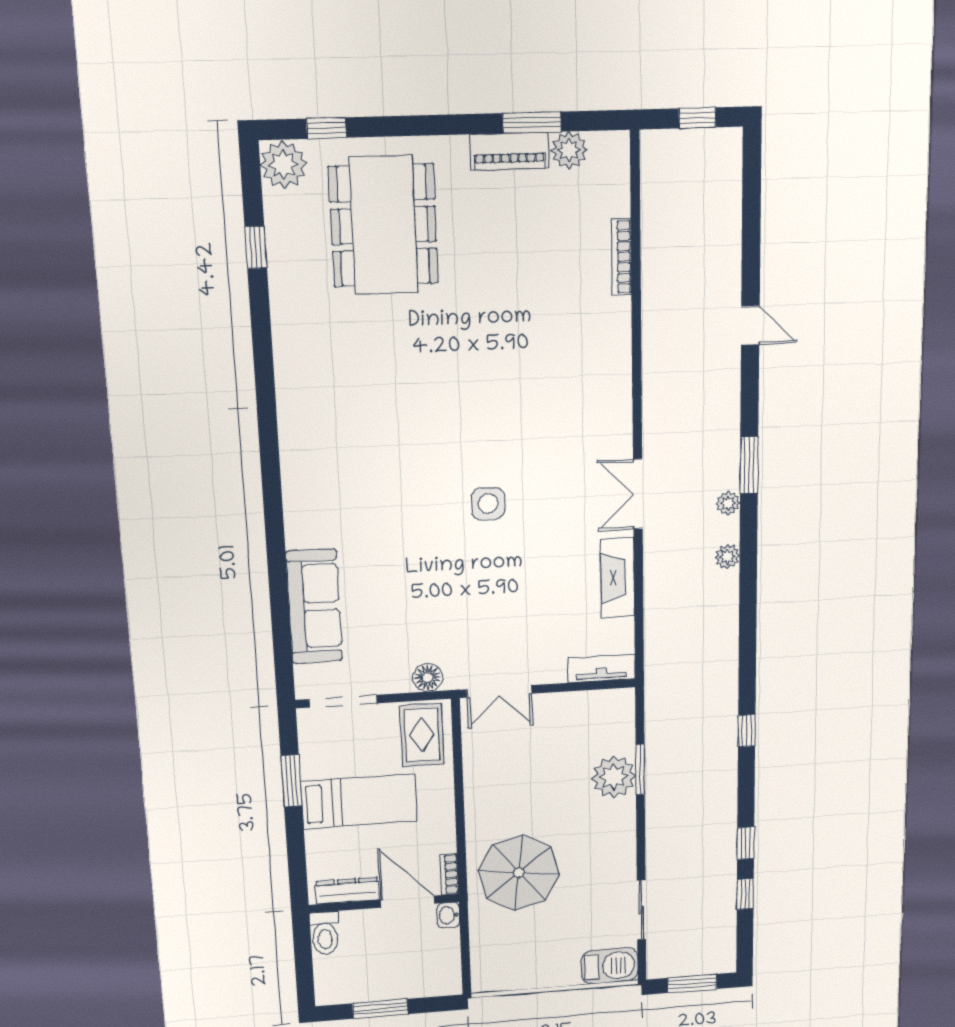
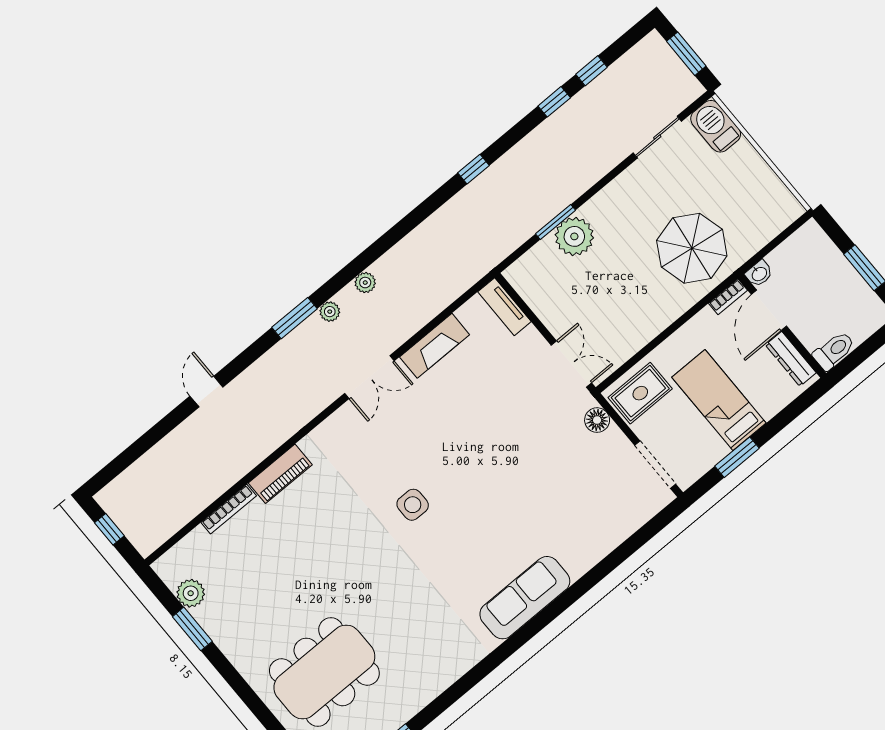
piano: (510, 151) -> (280, 474), moved, turned 90
side table: (488, 504) -> (413, 505), moved
sofa: (314, 606) -> (525, 598), moved

